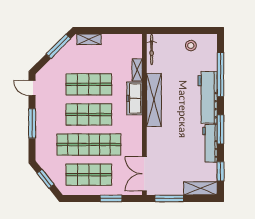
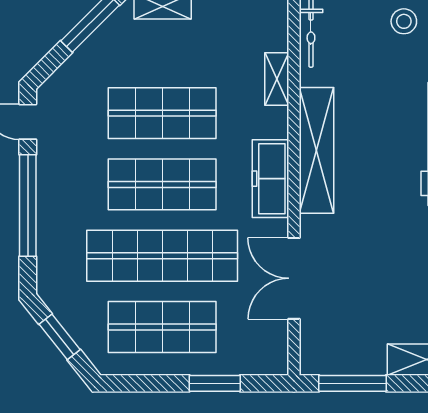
freezer: (135, 98) -> (270, 179), moved
window: (32, 123) -> (28, 206), width x1.46
double door: (144, 174) -> (294, 278), moved

